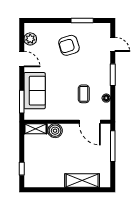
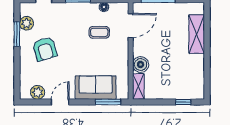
plant: (92, 29) -> (27, 23), added

